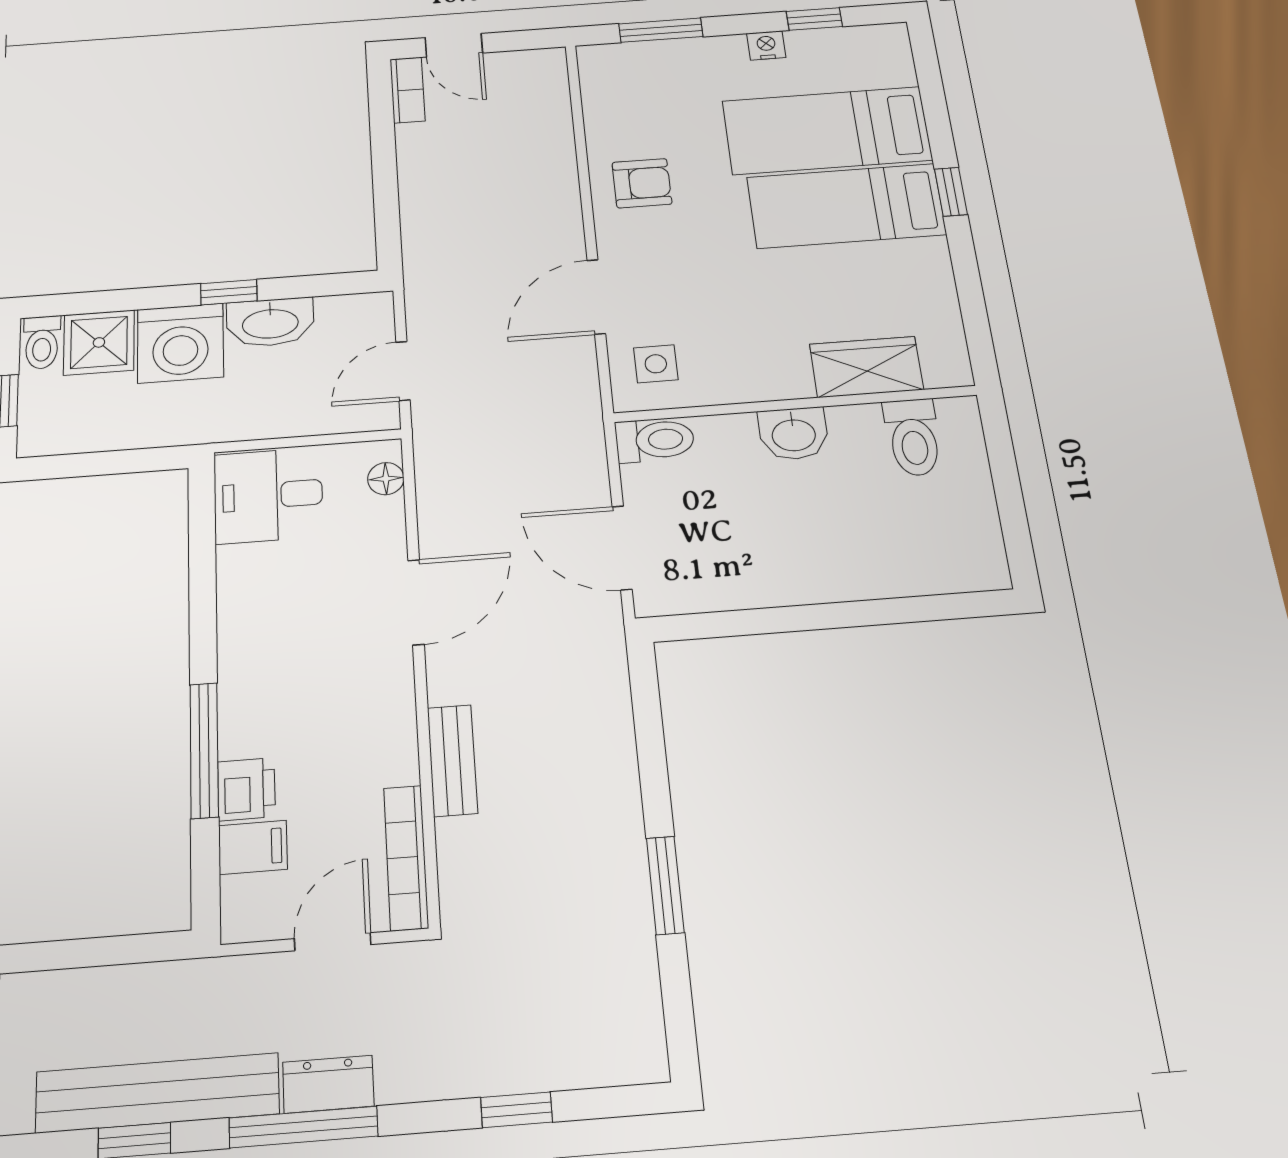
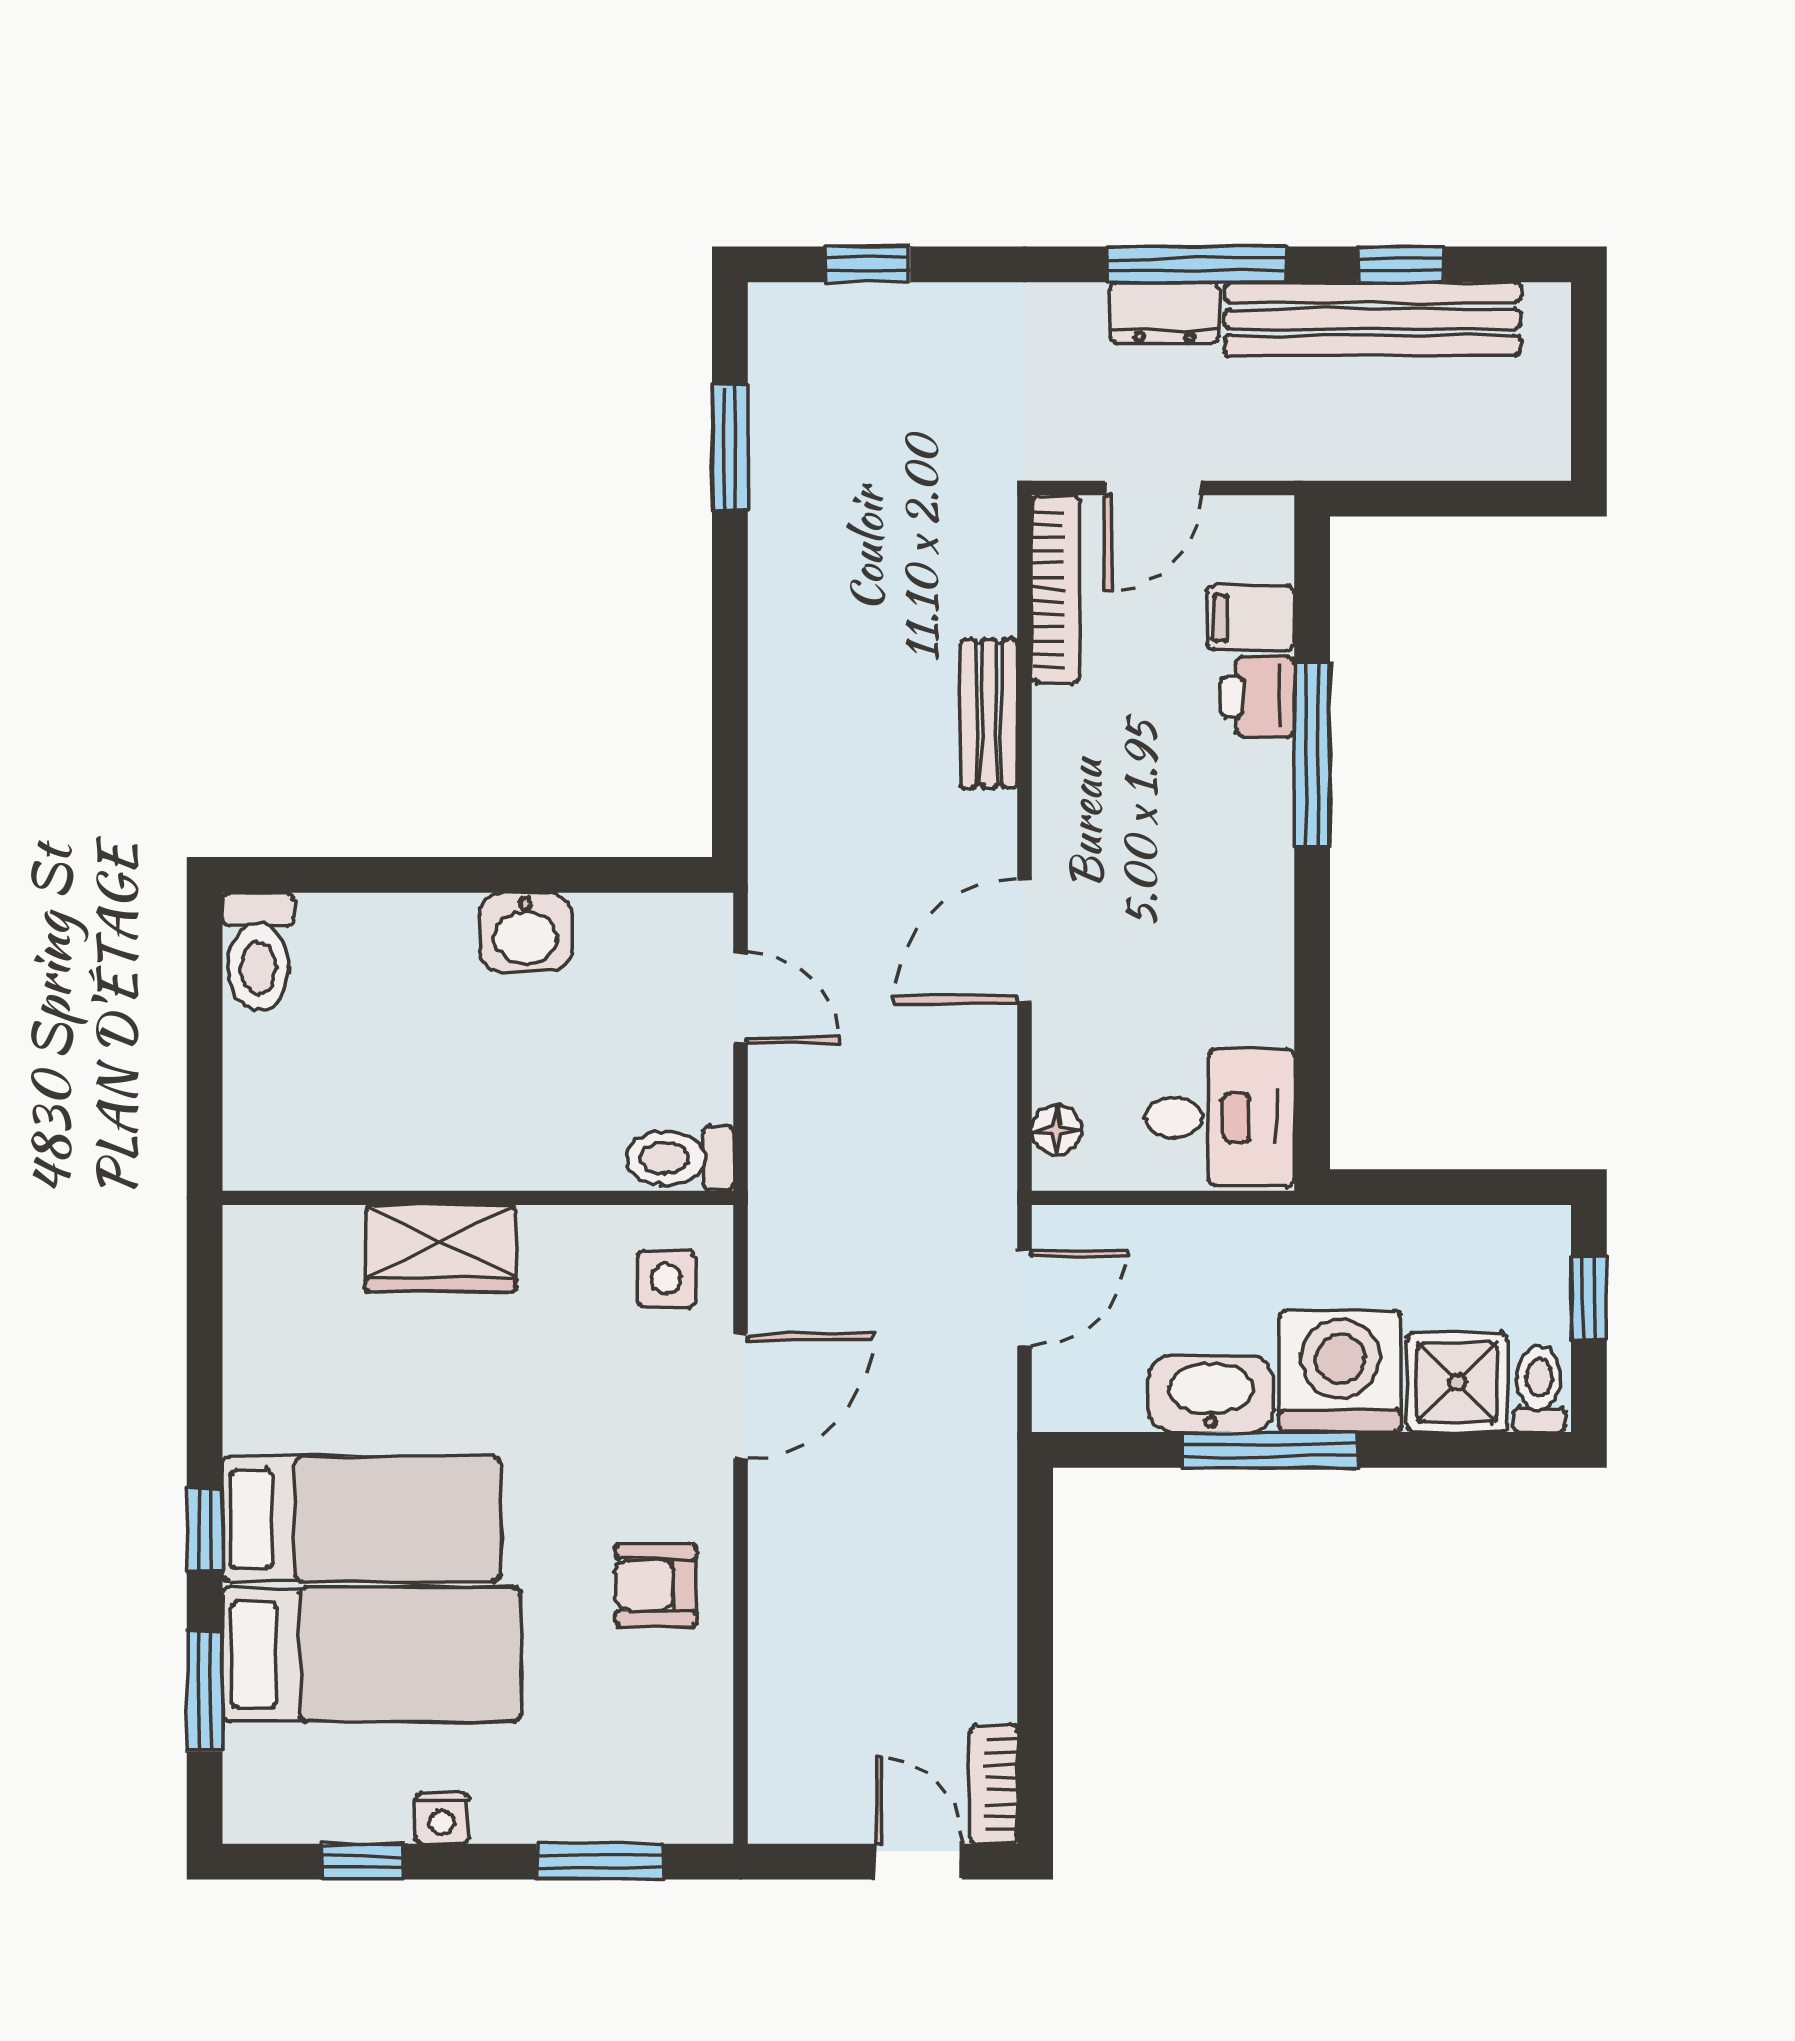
window: (934, 102) -> (205, 1691), added
window: (229, 292) -> (1270, 1450), width x2.17
wardrobe: (866, 367) -> (441, 1248), moved
washbasin: (794, 434) -> (525, 932), moved, turned 180
toilet: (913, 437) -> (258, 952), moved, turned 180
door: (622, 548) -> (741, 998), width x0.73
window: (665, 885) -> (730, 448), moved
window: (516, 1110) -> (868, 264), moved

